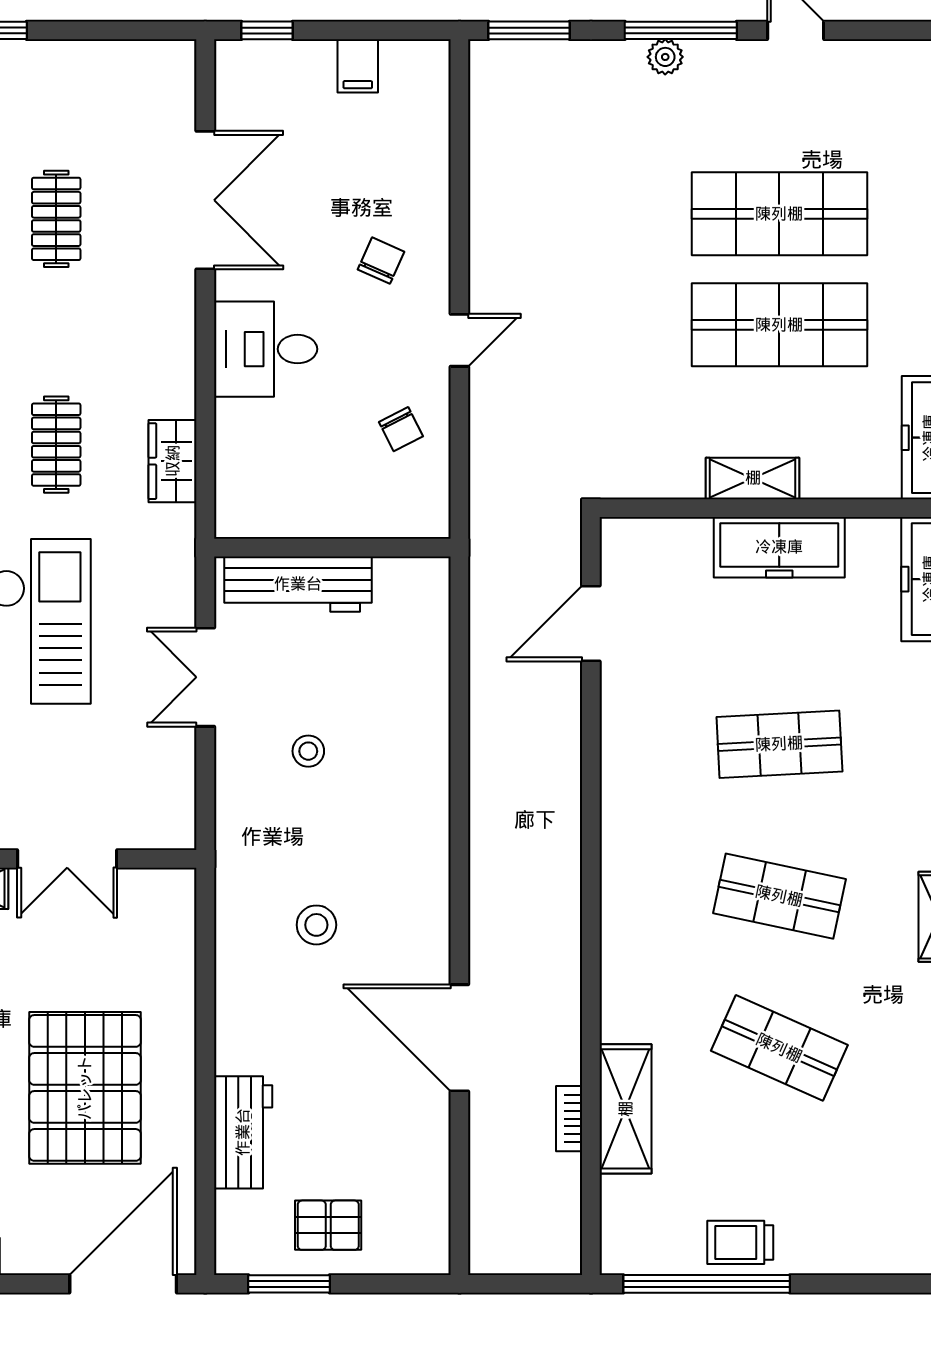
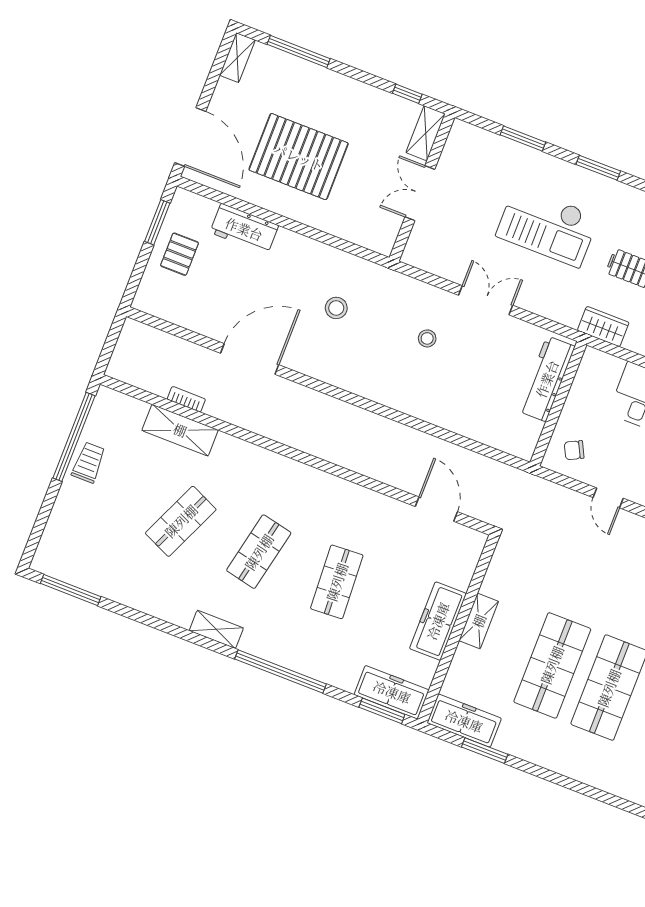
wall: (332, 548) -> (558, 404), moved
workbench: (298, 584) -> (547, 379), moved

